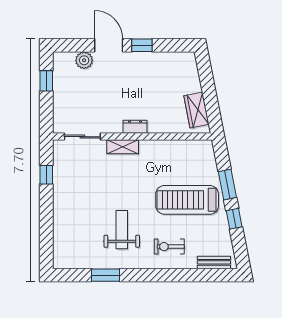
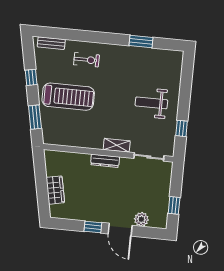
wardrobe: (196, 110) -> (55, 190), moved
dresser: (135, 127) -> (105, 161), width x1.44
window: (227, 185) -> (35, 117), moved
weight bench: (122, 230) -> (151, 103), moved, turned 90

